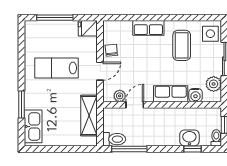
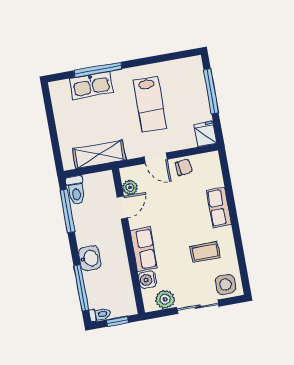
coffee table: (182, 45) -> (205, 252), width x0.73, depth x0.77
lab bench: (57, 68) -> (150, 104), turned 180
window: (22, 104) -> (98, 70), width x1.44
door: (135, 105) -> (122, 208), hinge flipped
kitchen sink: (33, 126) -> (91, 85), moved
washbasin: (189, 138) -> (90, 258), moved
window: (193, 149) -> (81, 288), width x2.17

